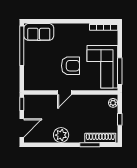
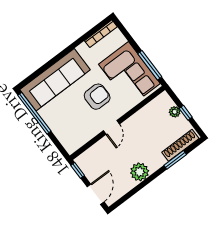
sofa: (39, 32) -> (55, 80), width x1.85, depth x1.27
plant: (113, 103) -> (175, 112), moved

